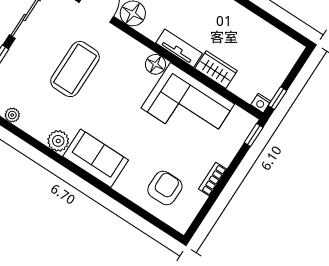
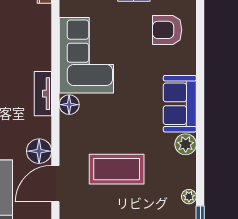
wardrobe: (216, 70) -> (41, 51), removed

